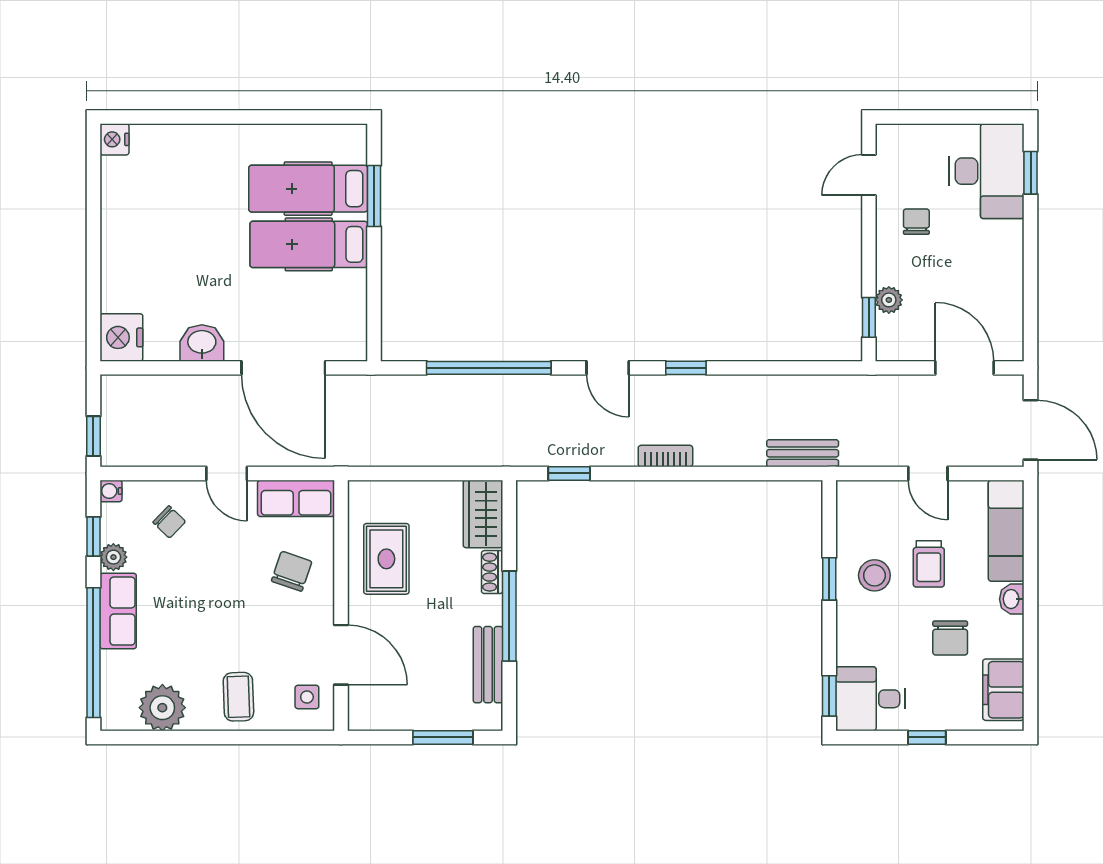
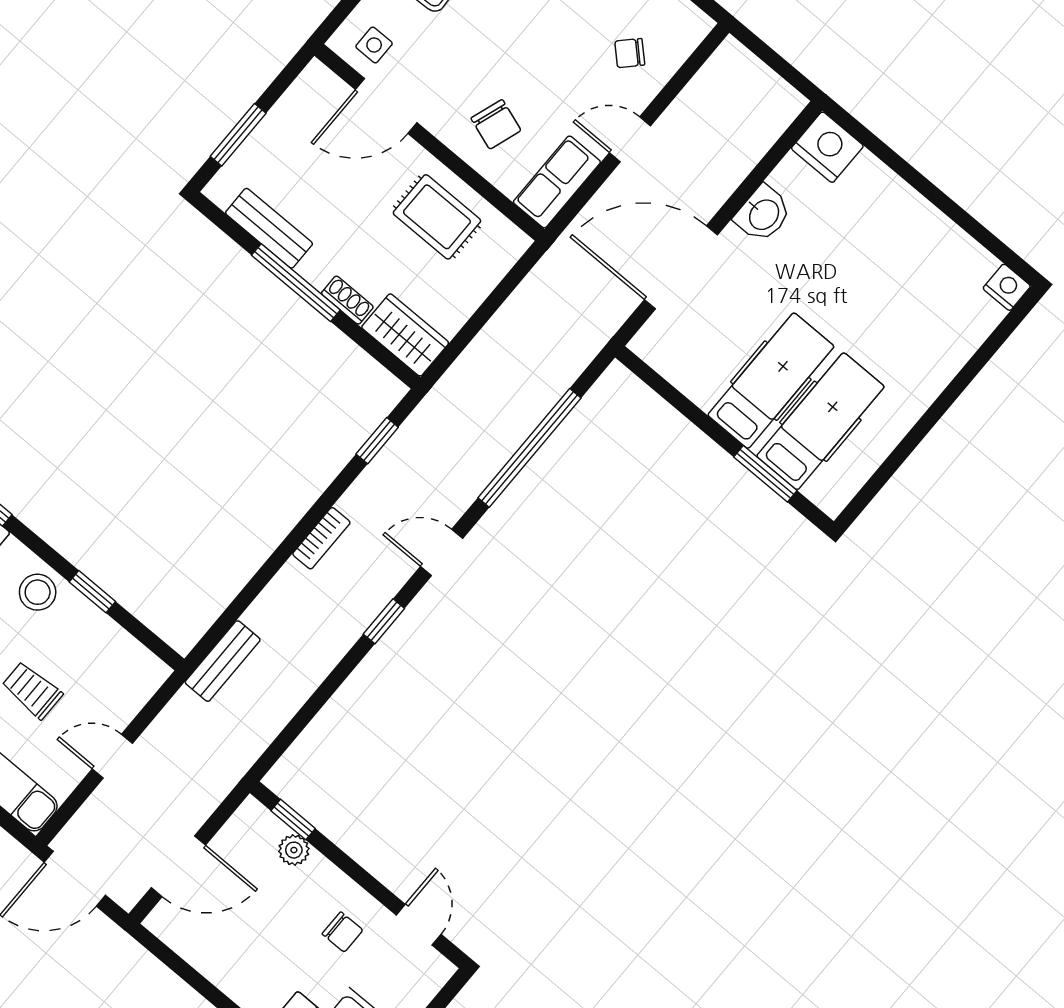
window: (93, 436) -> (761, 50), removed
water cooler: (111, 491) -> (700, 25), removed
stool: (874, 575) -> (38, 592), moved

